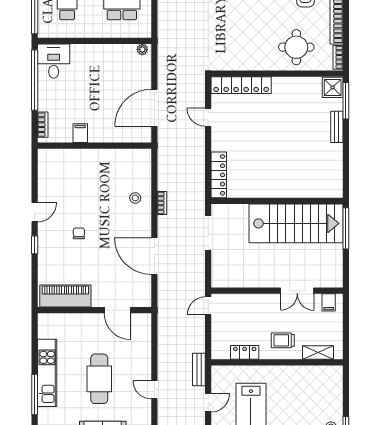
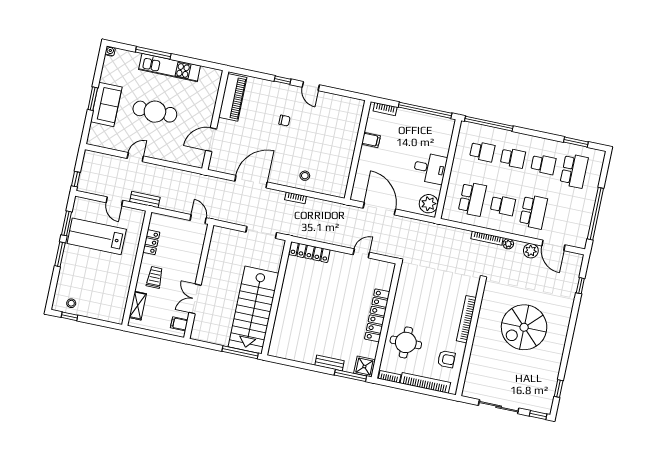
plant: (142, 49) -> (429, 204), width x1.87, depth x1.87
desk: (54, 61) -> (430, 168), moved
locker: (241, 85) -> (377, 315), moved

